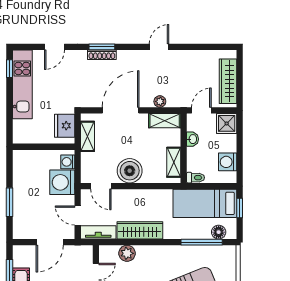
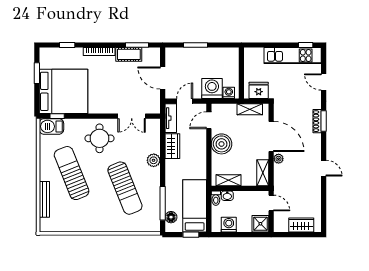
wardrobe: (228, 81) -> (301, 225), width x0.67
plant: (160, 101) -> (279, 159), moved
washbasin: (193, 139) -> (227, 196), moved
wardrobe: (140, 230) -> (172, 146), width x0.67
plant: (127, 253) -> (154, 160), moved

